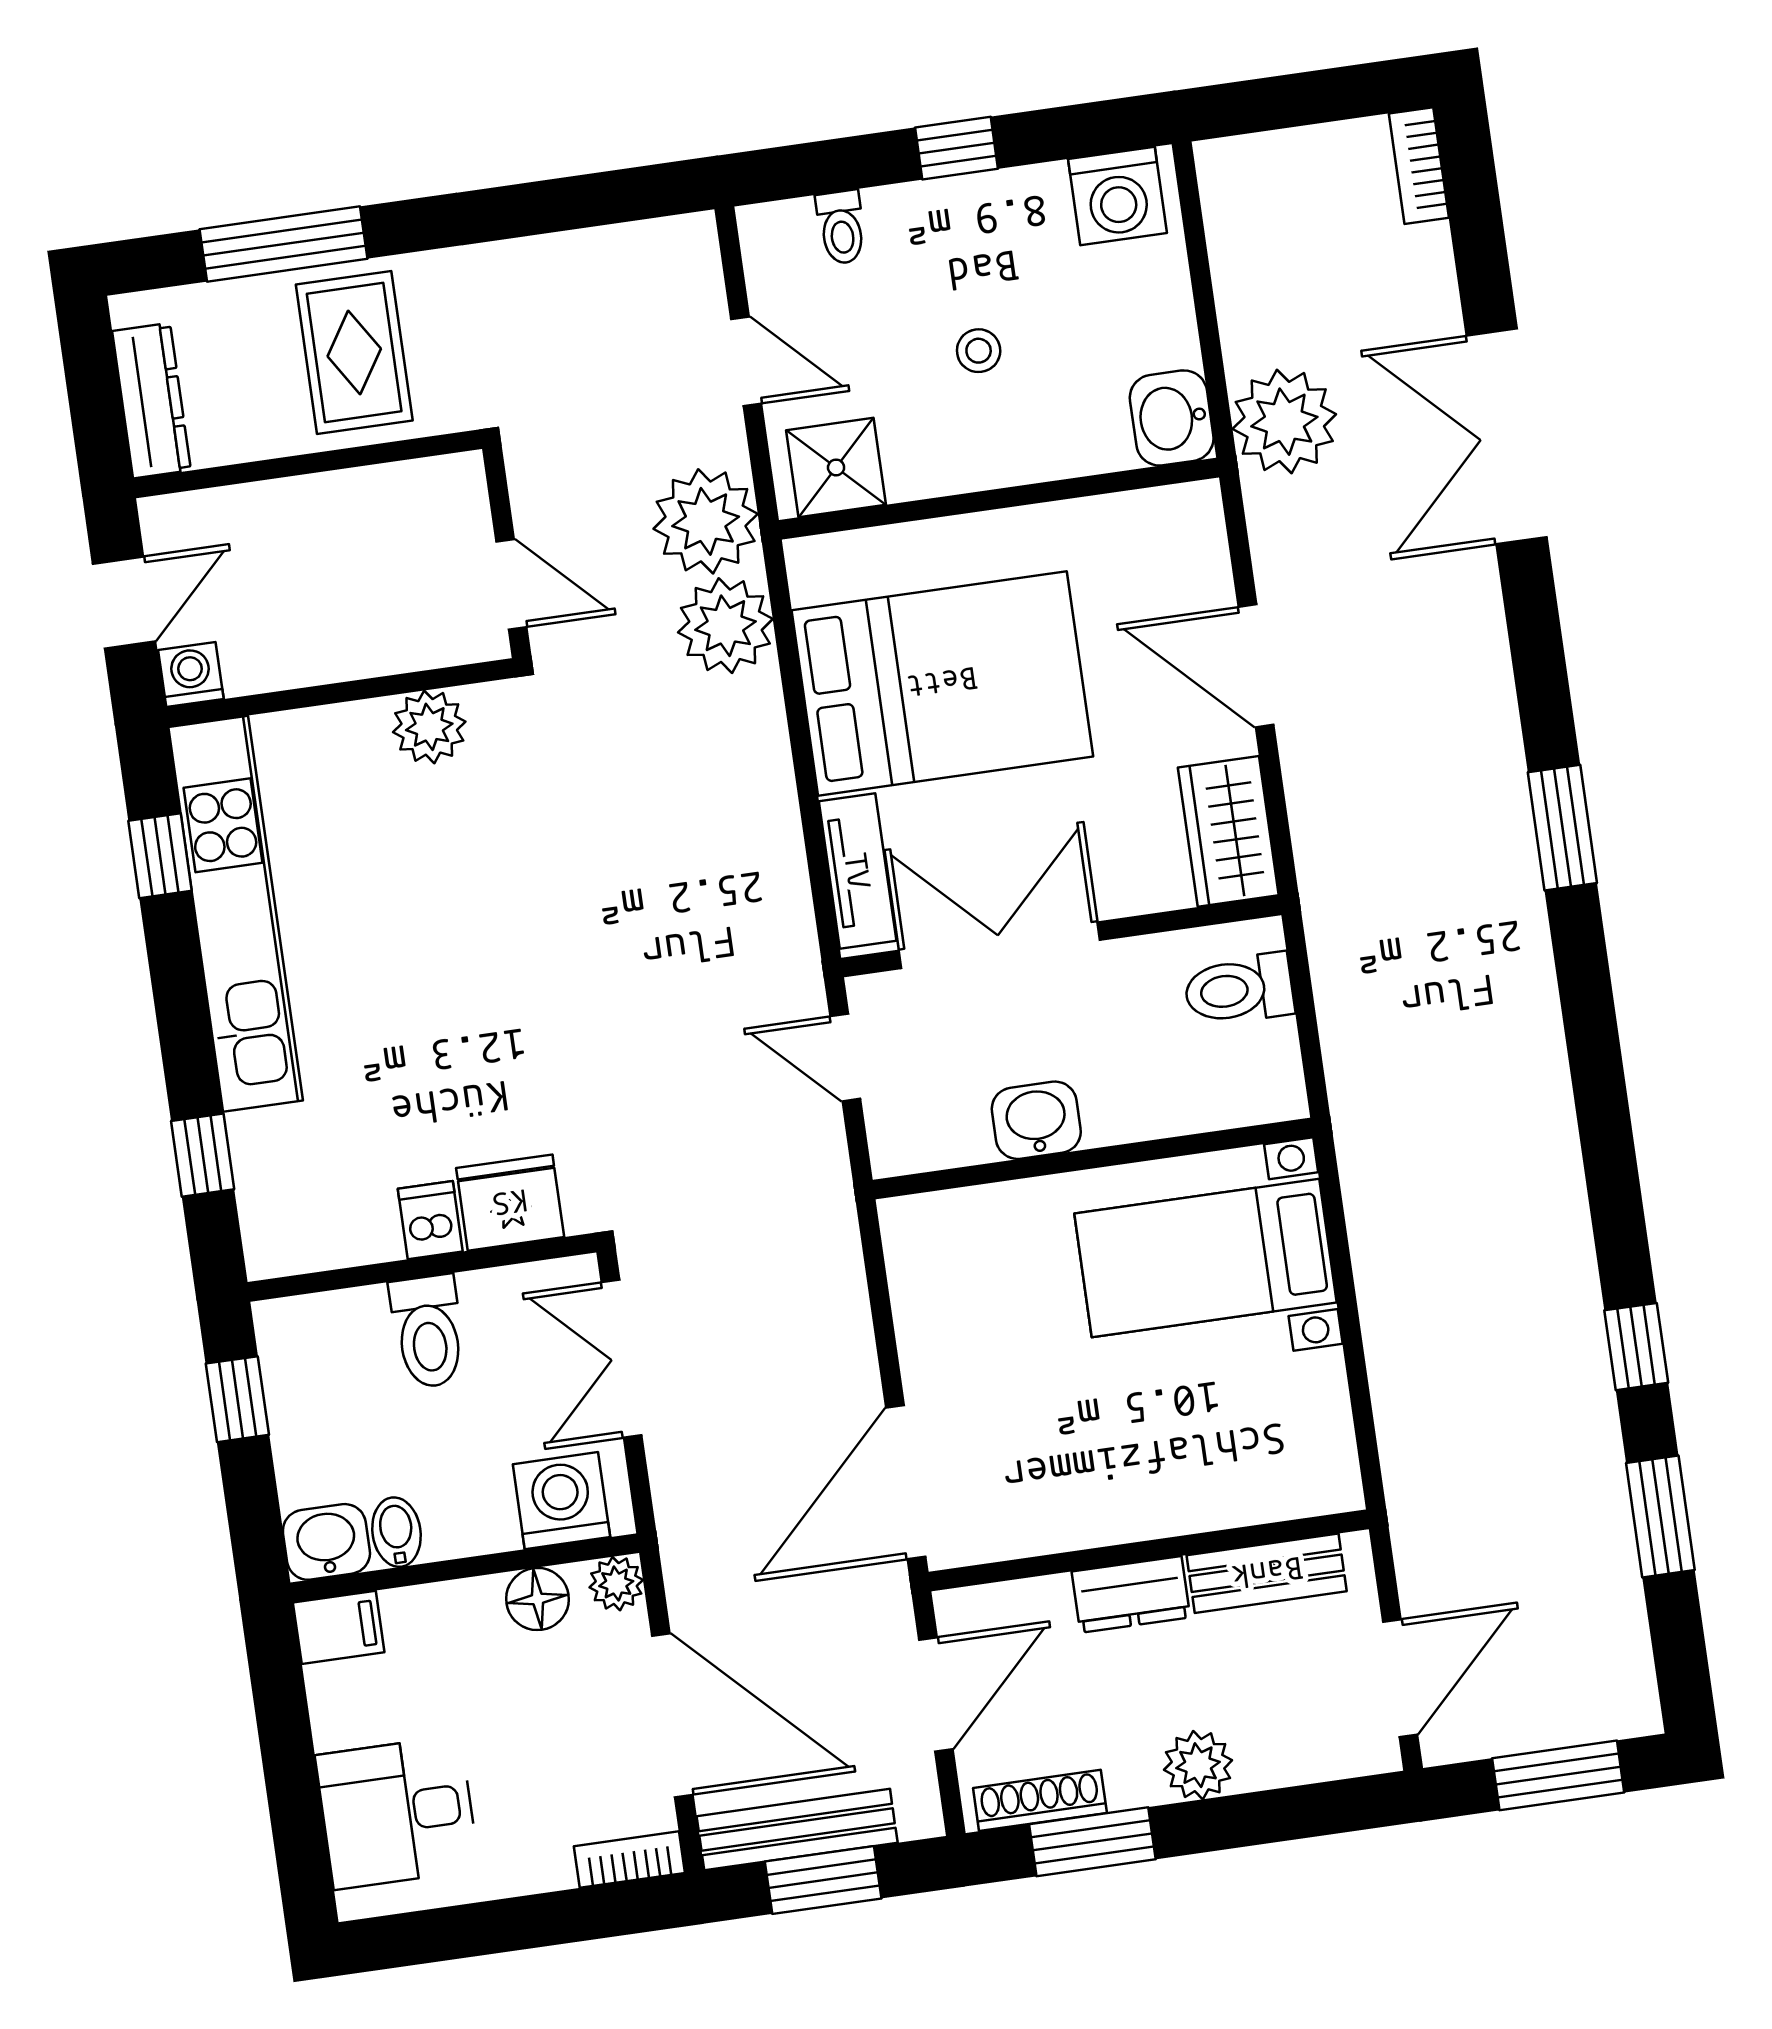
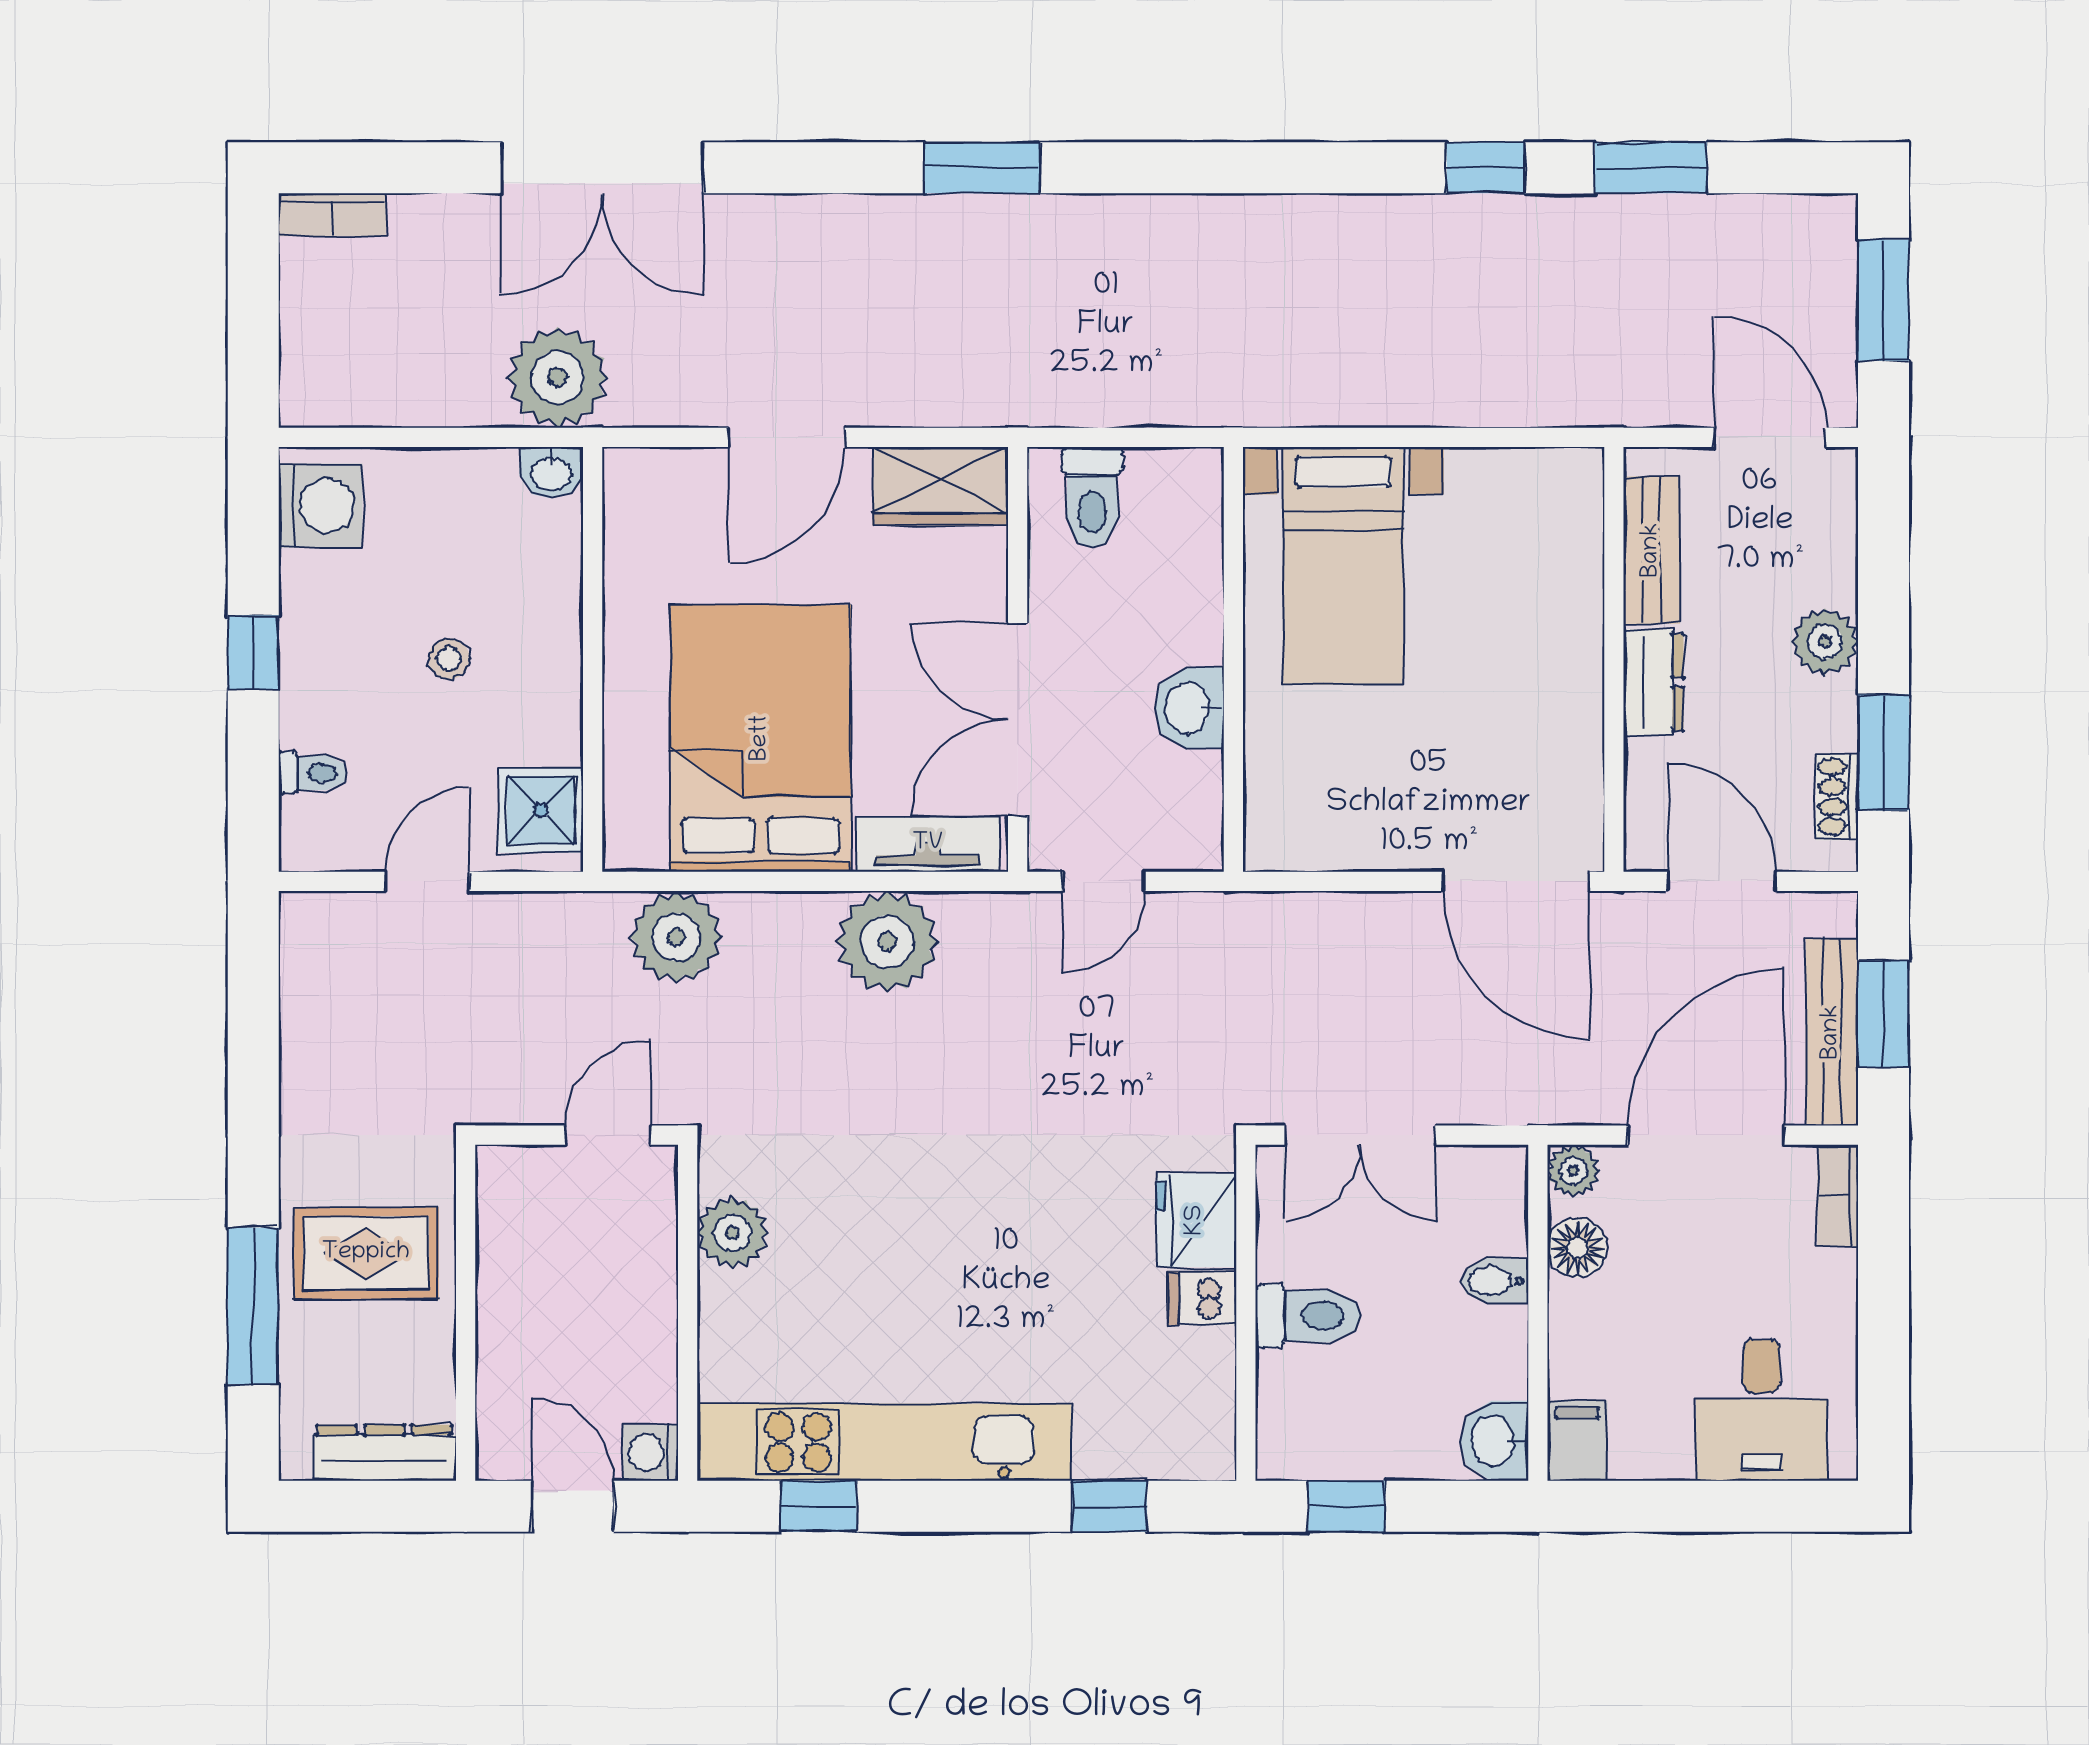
washbasin: (1172, 418) -> (551, 473), width x0.72, depth x0.69
plant: (706, 521) -> (887, 942), moved
washing machine: (561, 1501) -> (1487, 1212), removed
bidet: (396, 1532) -> (1495, 1281), moved
shoe rack: (1040, 1800) -> (1837, 797), width x0.70

